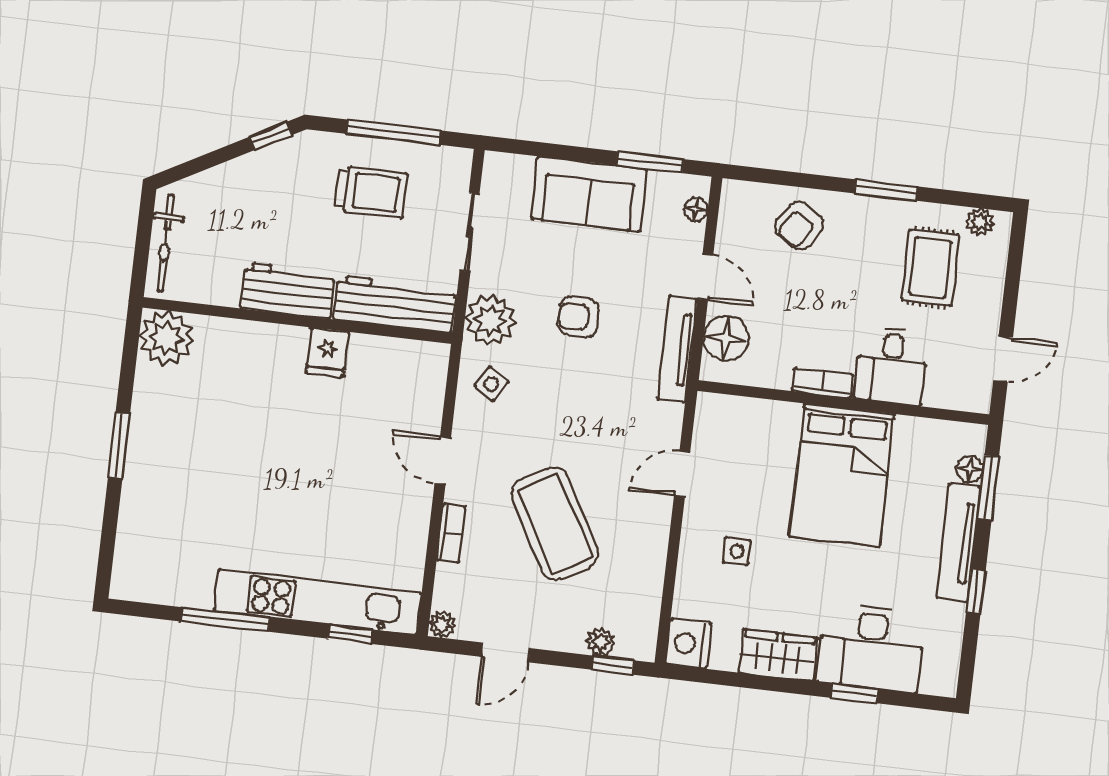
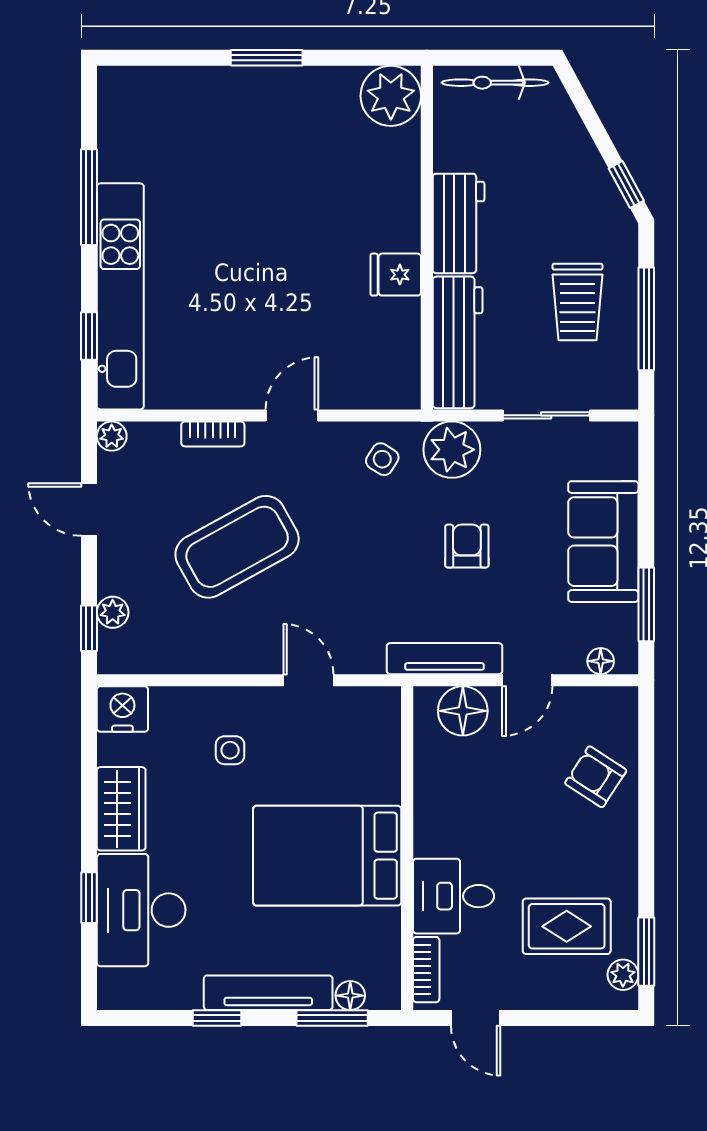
window: (886, 190) -> (646, 952), moved
bookcase: (822, 383) -> (426, 970), moved

